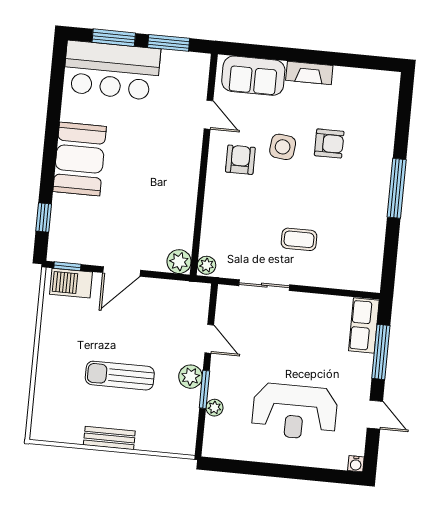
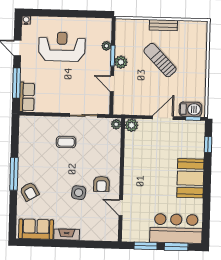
sofa: (253, 76) -> (36, 229), moved
armchair: (329, 143) -> (29, 192), moved, turned -121
sun lounger: (120, 376) -> (160, 60), turned -134

